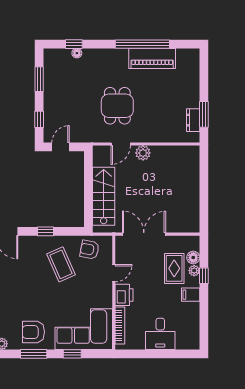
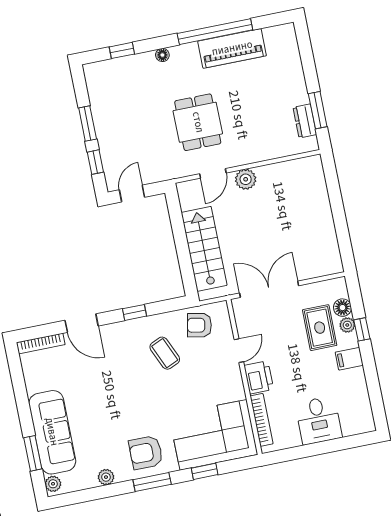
floor lamp: (77, 53) -> (162, 55), moved
window: (39, 79) -> (88, 124), moved
coffee table: (61, 264) -> (165, 353), width x0.73, depth x0.77

